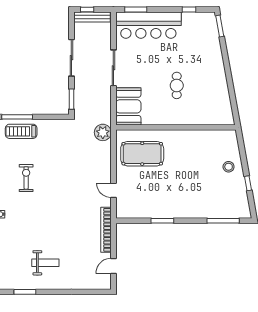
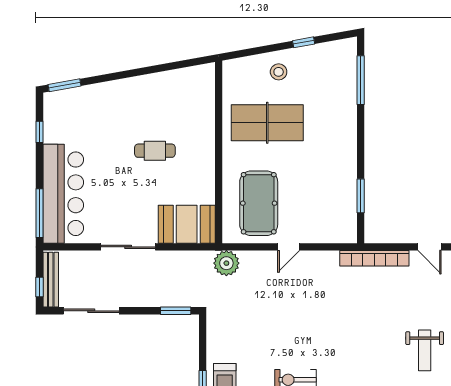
window: (136, 10) -> (39, 213), width x1.44
sliding door: (71, 58) -> (91, 311), moved
table tennis table: (195, 159) -> (267, 123), added
door: (113, 190) -> (289, 247), moved
window: (162, 221) -> (361, 196), moved
weight bench: (45, 263) -> (425, 350), turned 180

